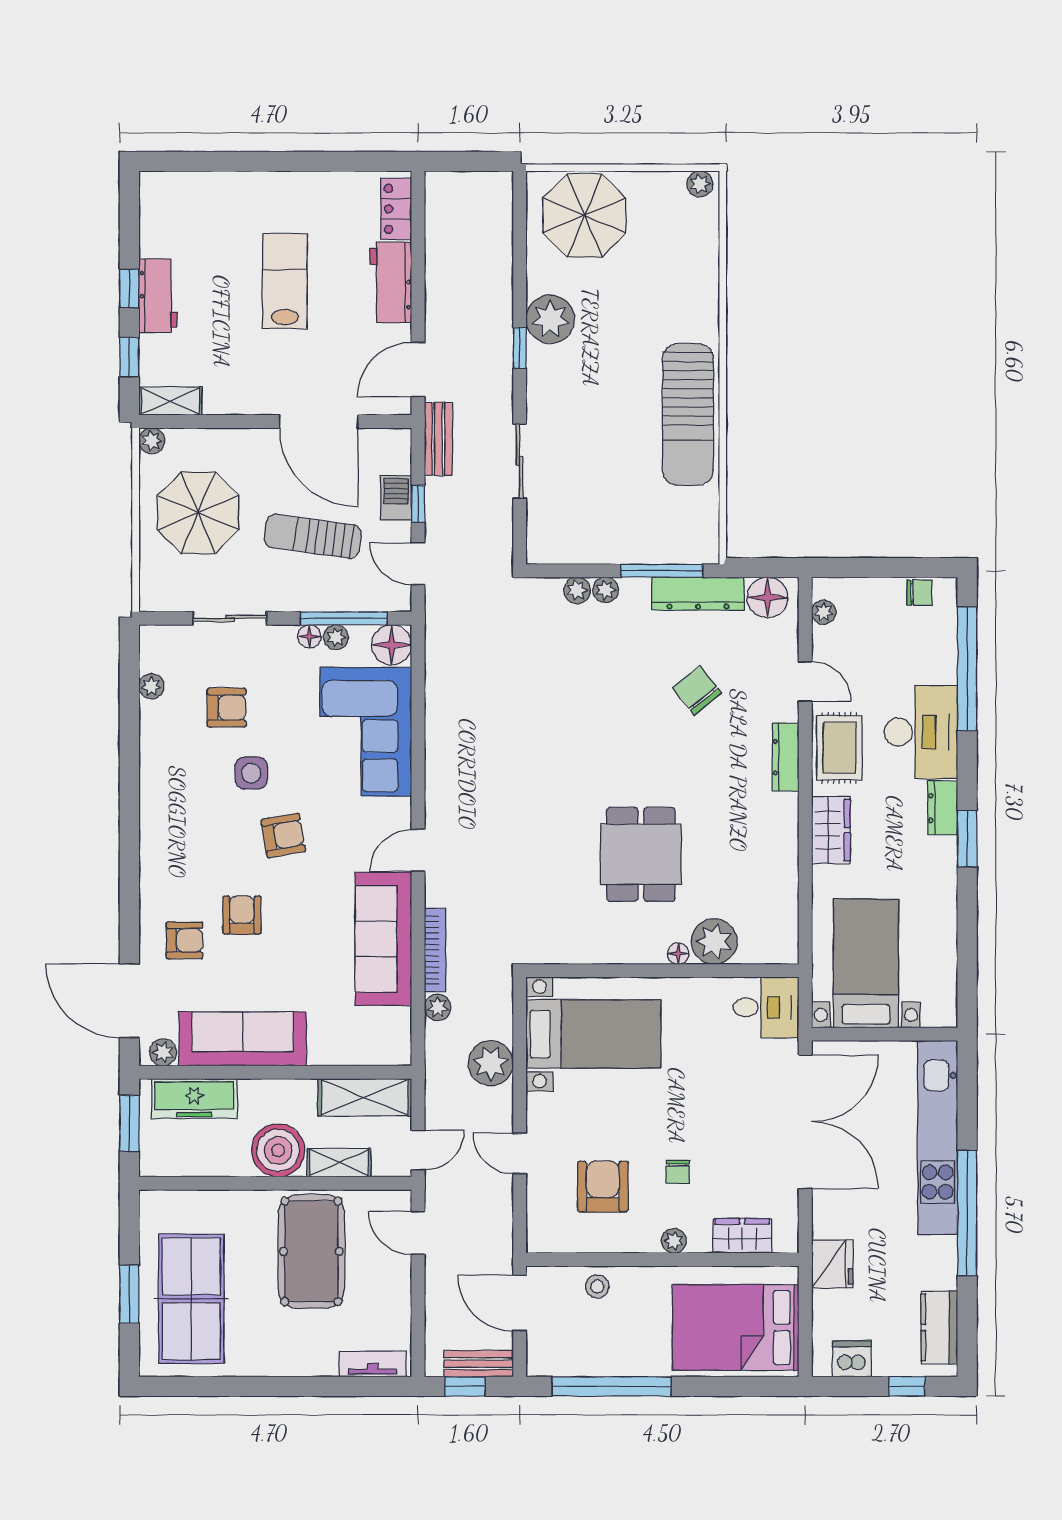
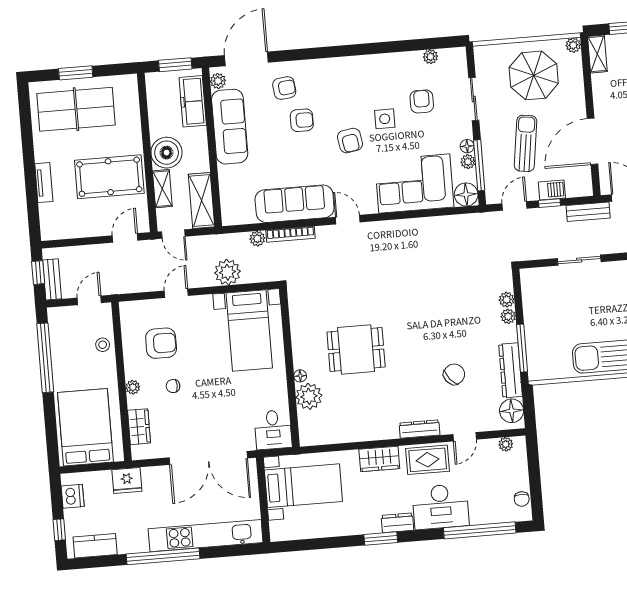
armchair: (227, 707) -> (422, 101), turned 180
armchair: (184, 940) -> (284, 88), turned -96
door: (520, 1303) -> (89, 300), width x0.73
tv unit: (373, 1364) -> (44, 183), moved

